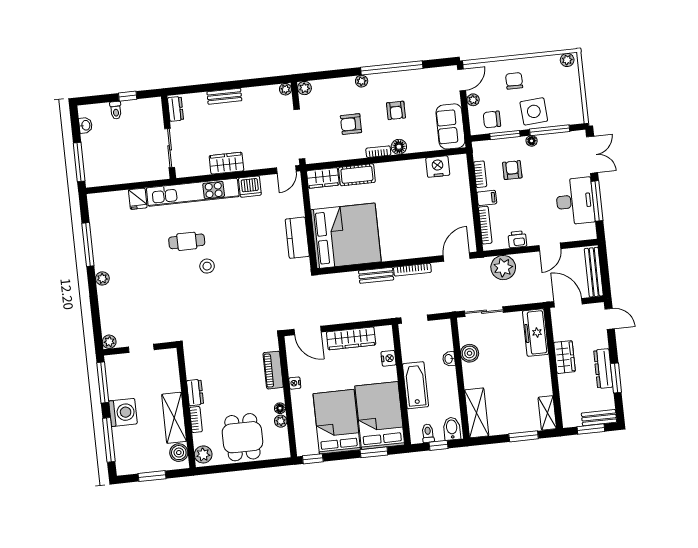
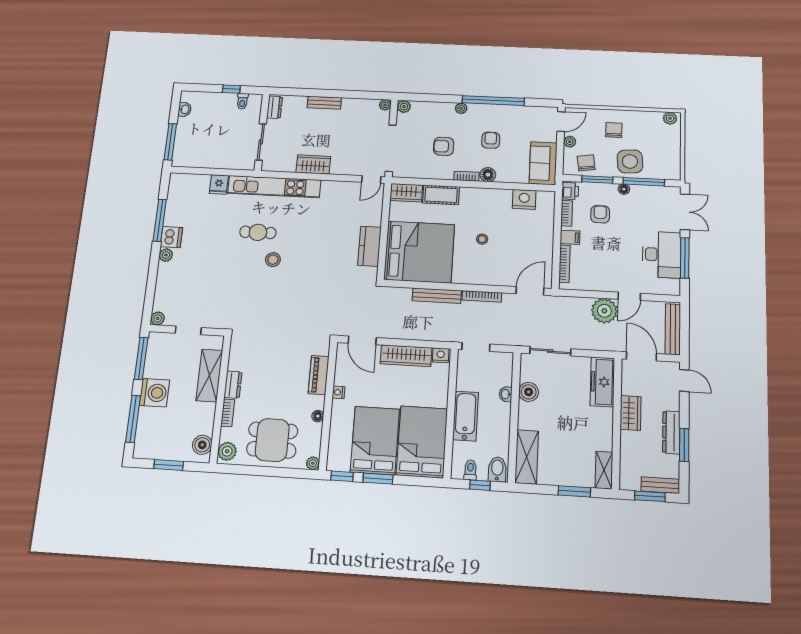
toilet: (116, 110) -> (242, 101), moved
armchair: (396, 110) -> (491, 140), turned 180
chair: (492, 119) -> (586, 163), turned 82
dishwasher: (250, 187) -> (171, 237), moved, turned -90
stool: (404, 213) -> (482, 239), added
printer: (517, 239) -> (570, 191), moved, turned 90
plant: (503, 268) -> (604, 311), moved
bench: (376, 275) -> (437, 296), width x1.36
nightstand: (388, 358) -> (441, 355), moved, turned -90
shelving: (174, 418) -> (209, 376), moved
plant: (281, 421) -> (313, 463), moved
dining table: (242, 437) -> (272, 440), turned 90
window: (374, 452) -> (378, 479), moved

